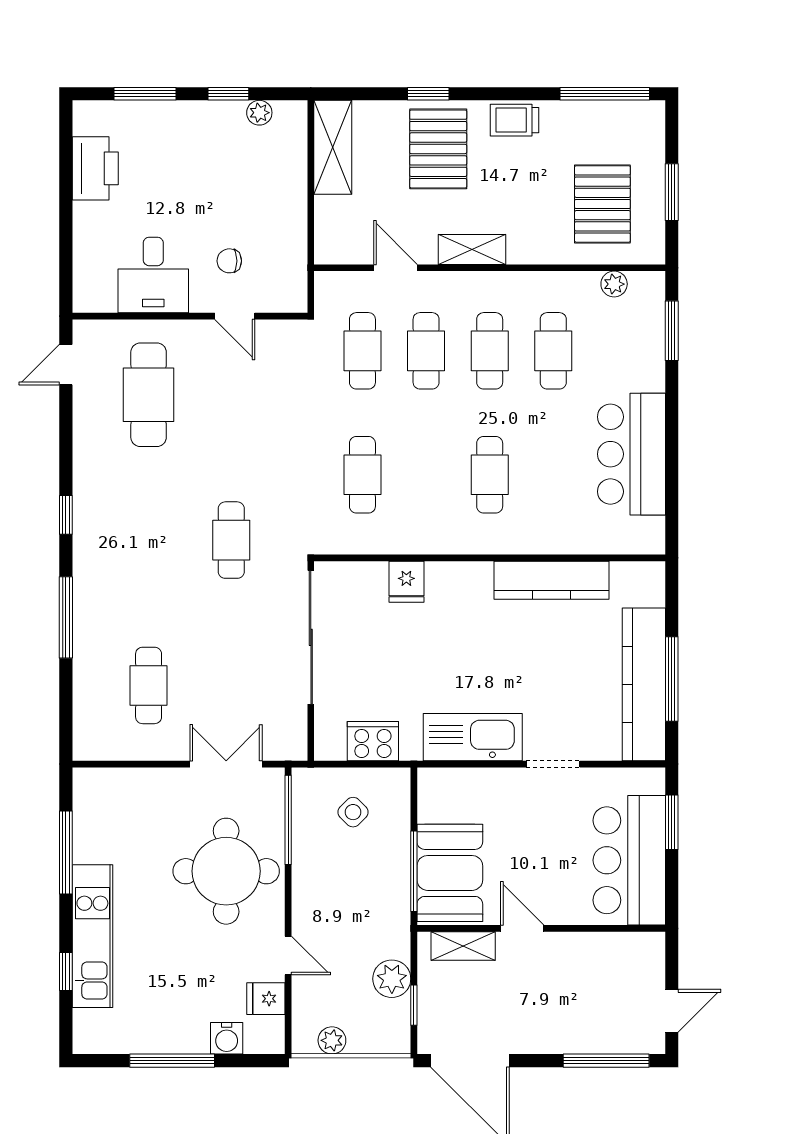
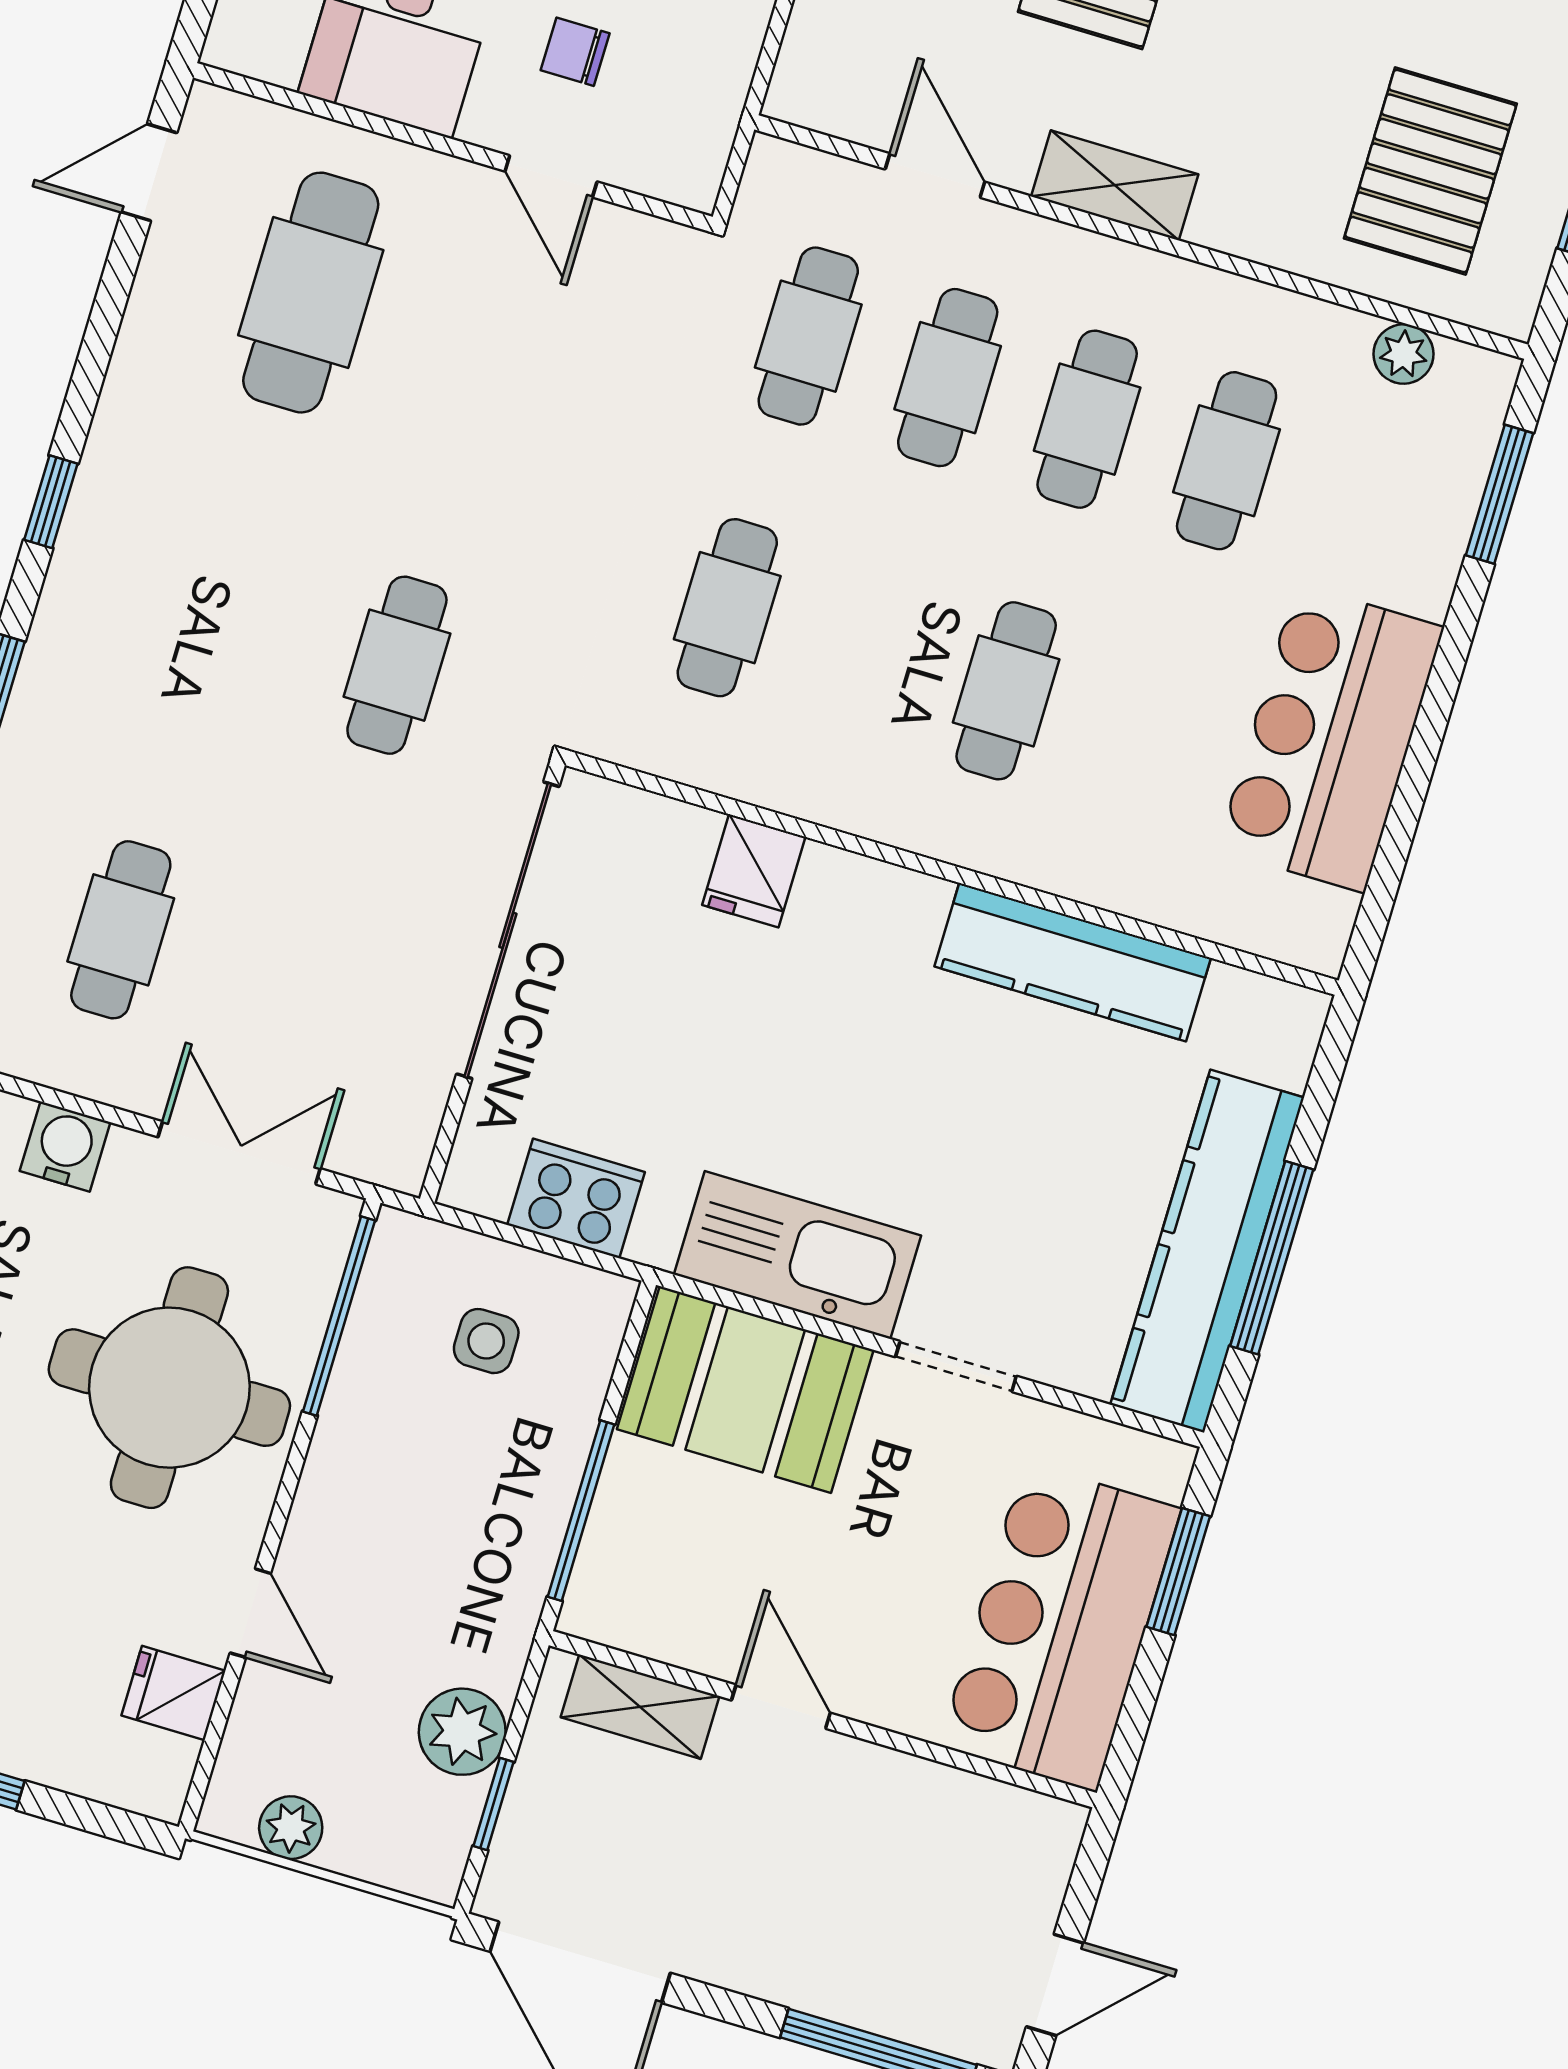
side table: (353, 812) -> (486, 1341), turned 45
booth: (450, 873) -> (745, 1390), moved, turned 90
water cooler: (227, 1038) -> (65, 1147), moved, turned 180

